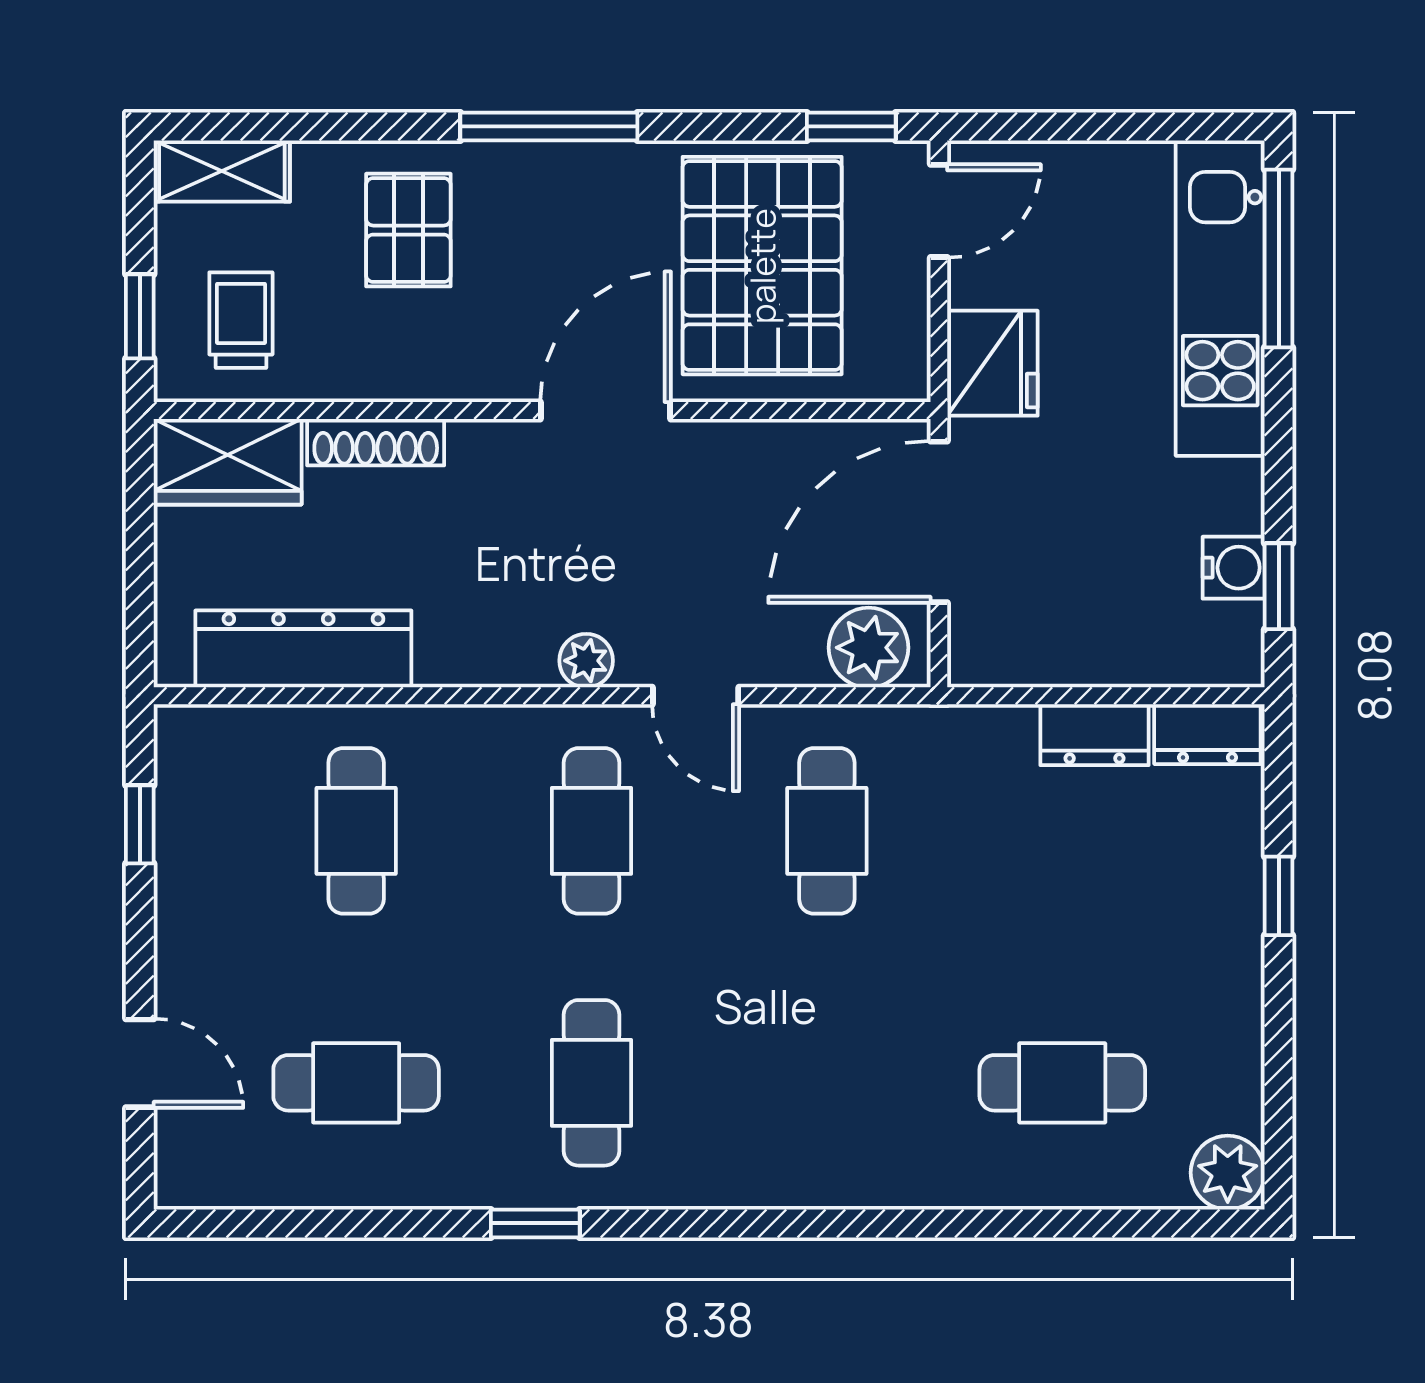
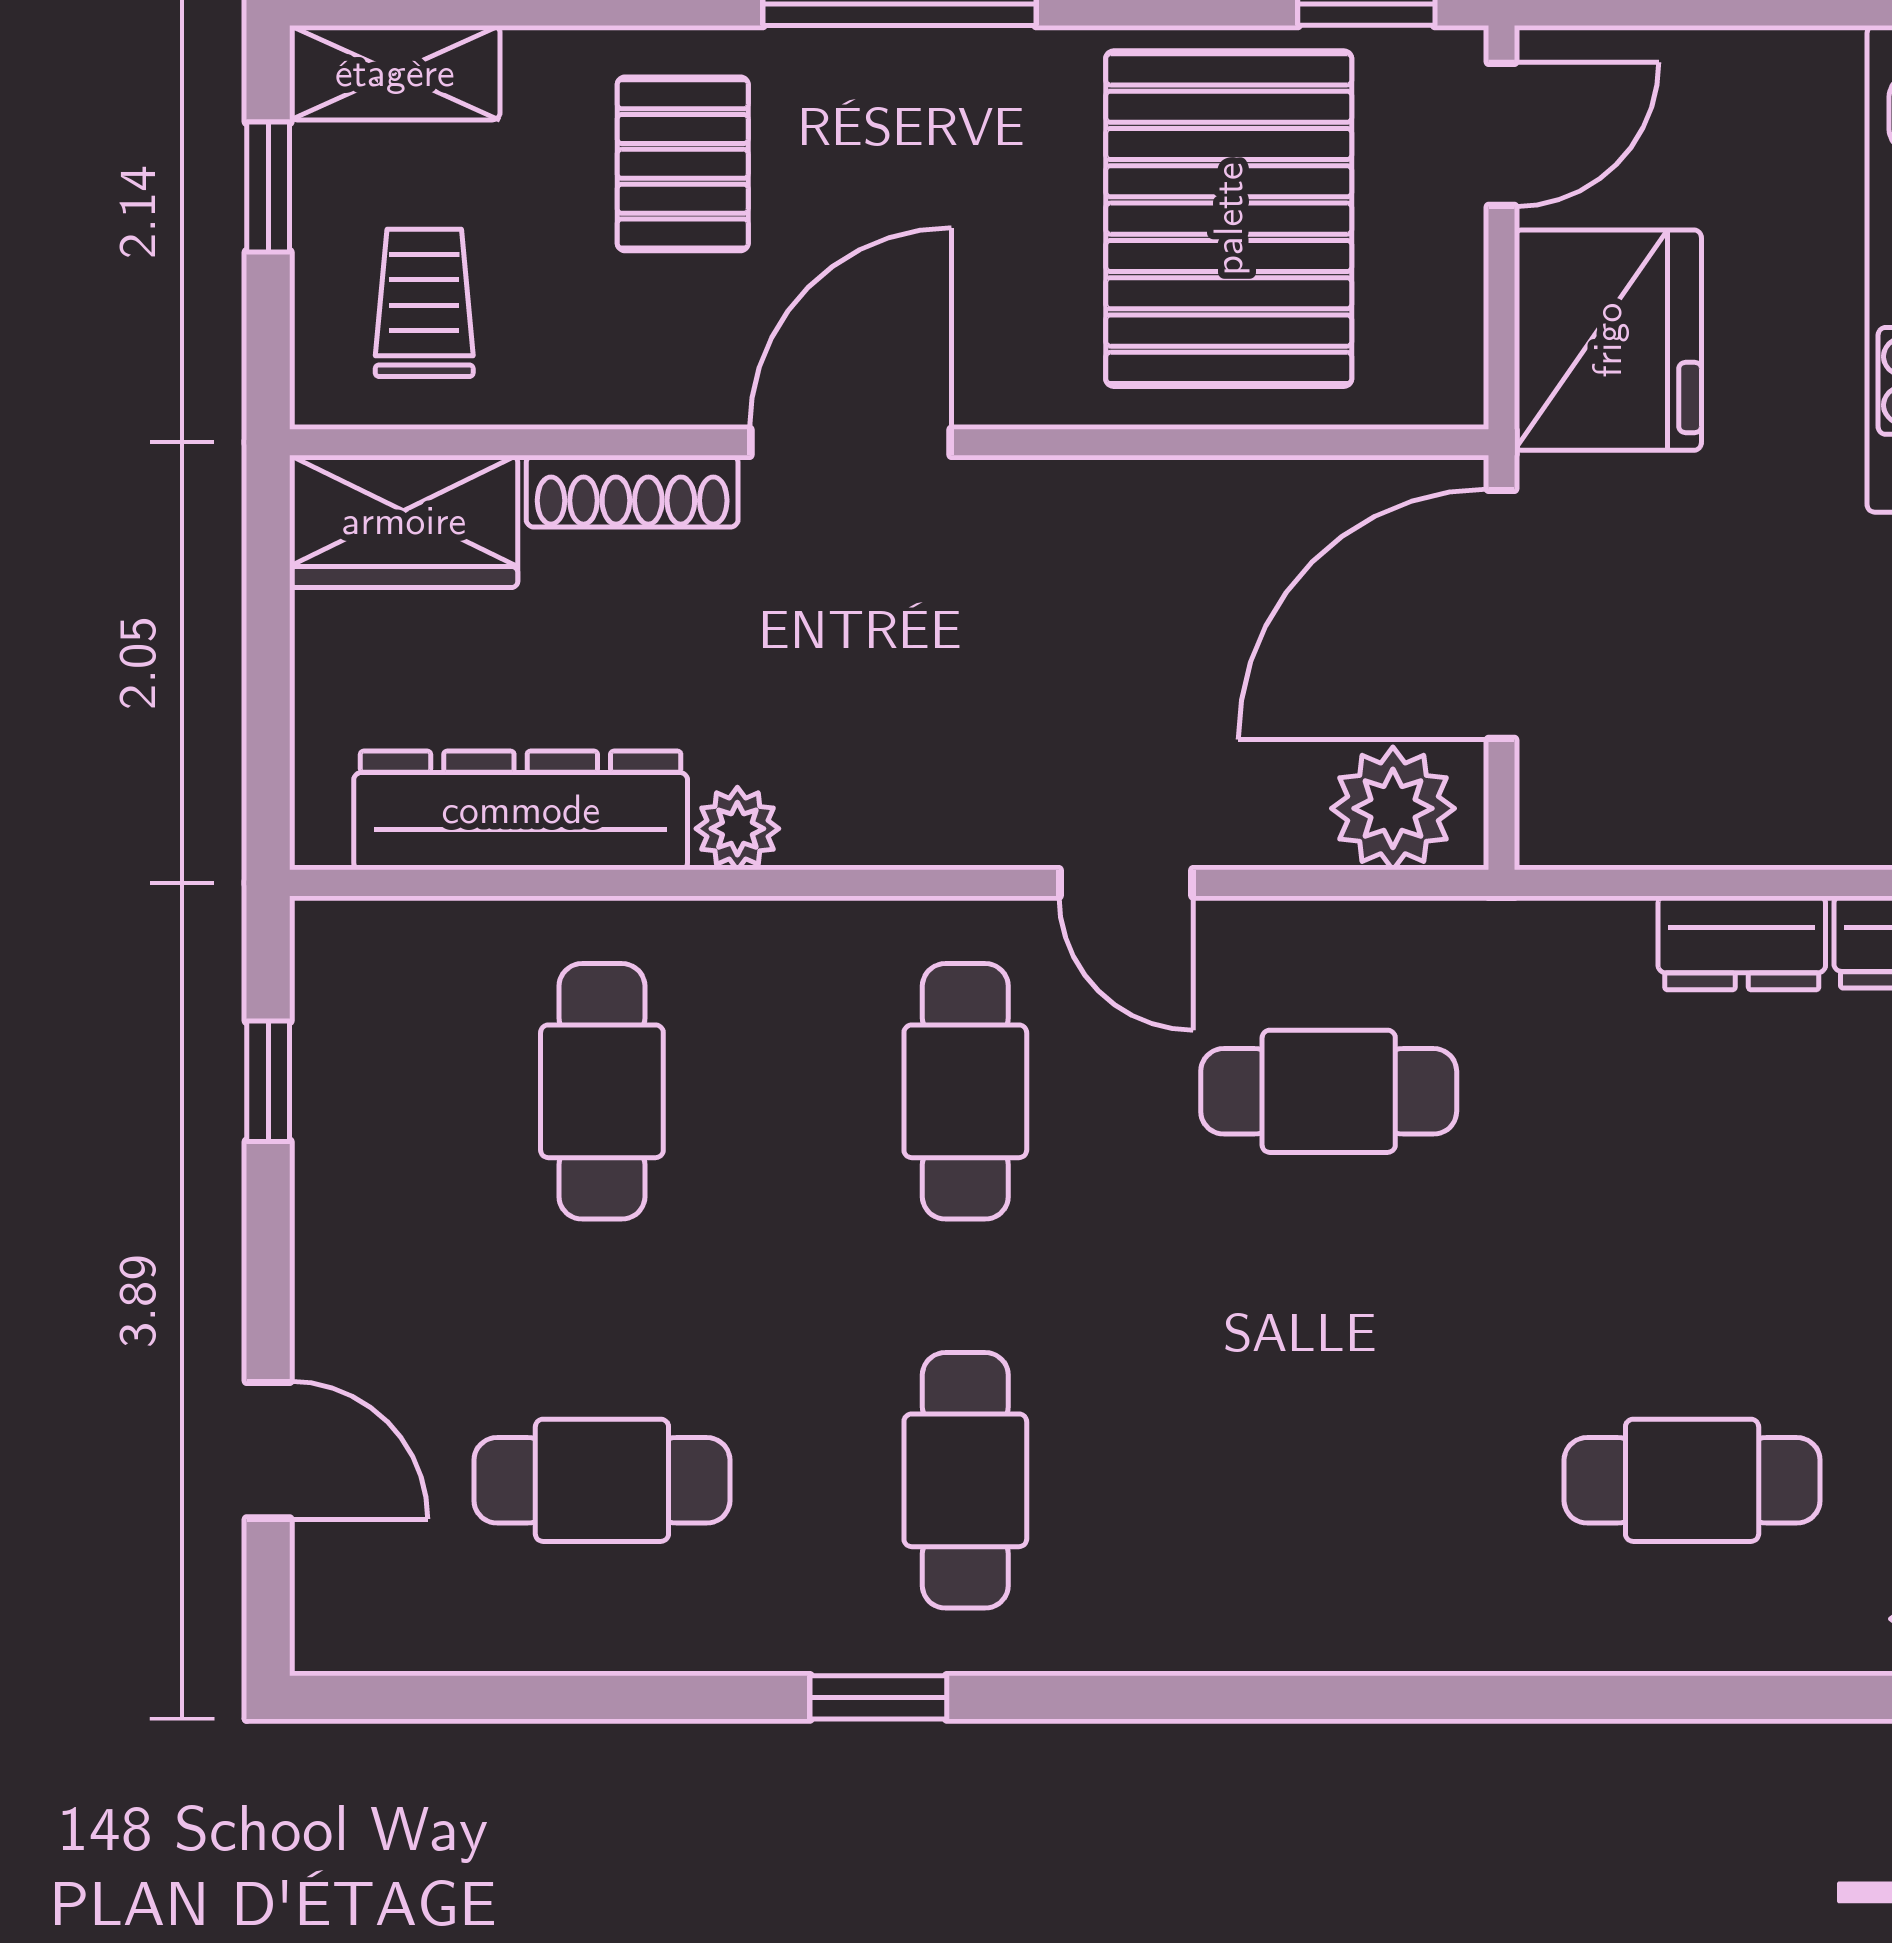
window: (140, 316) -> (268, 187), moved
fridge: (992, 363) -> (1608, 340), width x1.36, depth x1.34
door: (606, 410) -> (850, 442), moved
plant: (586, 661) -> (737, 829), moved
cafe table: (827, 831) -> (1329, 1091), turned 90

